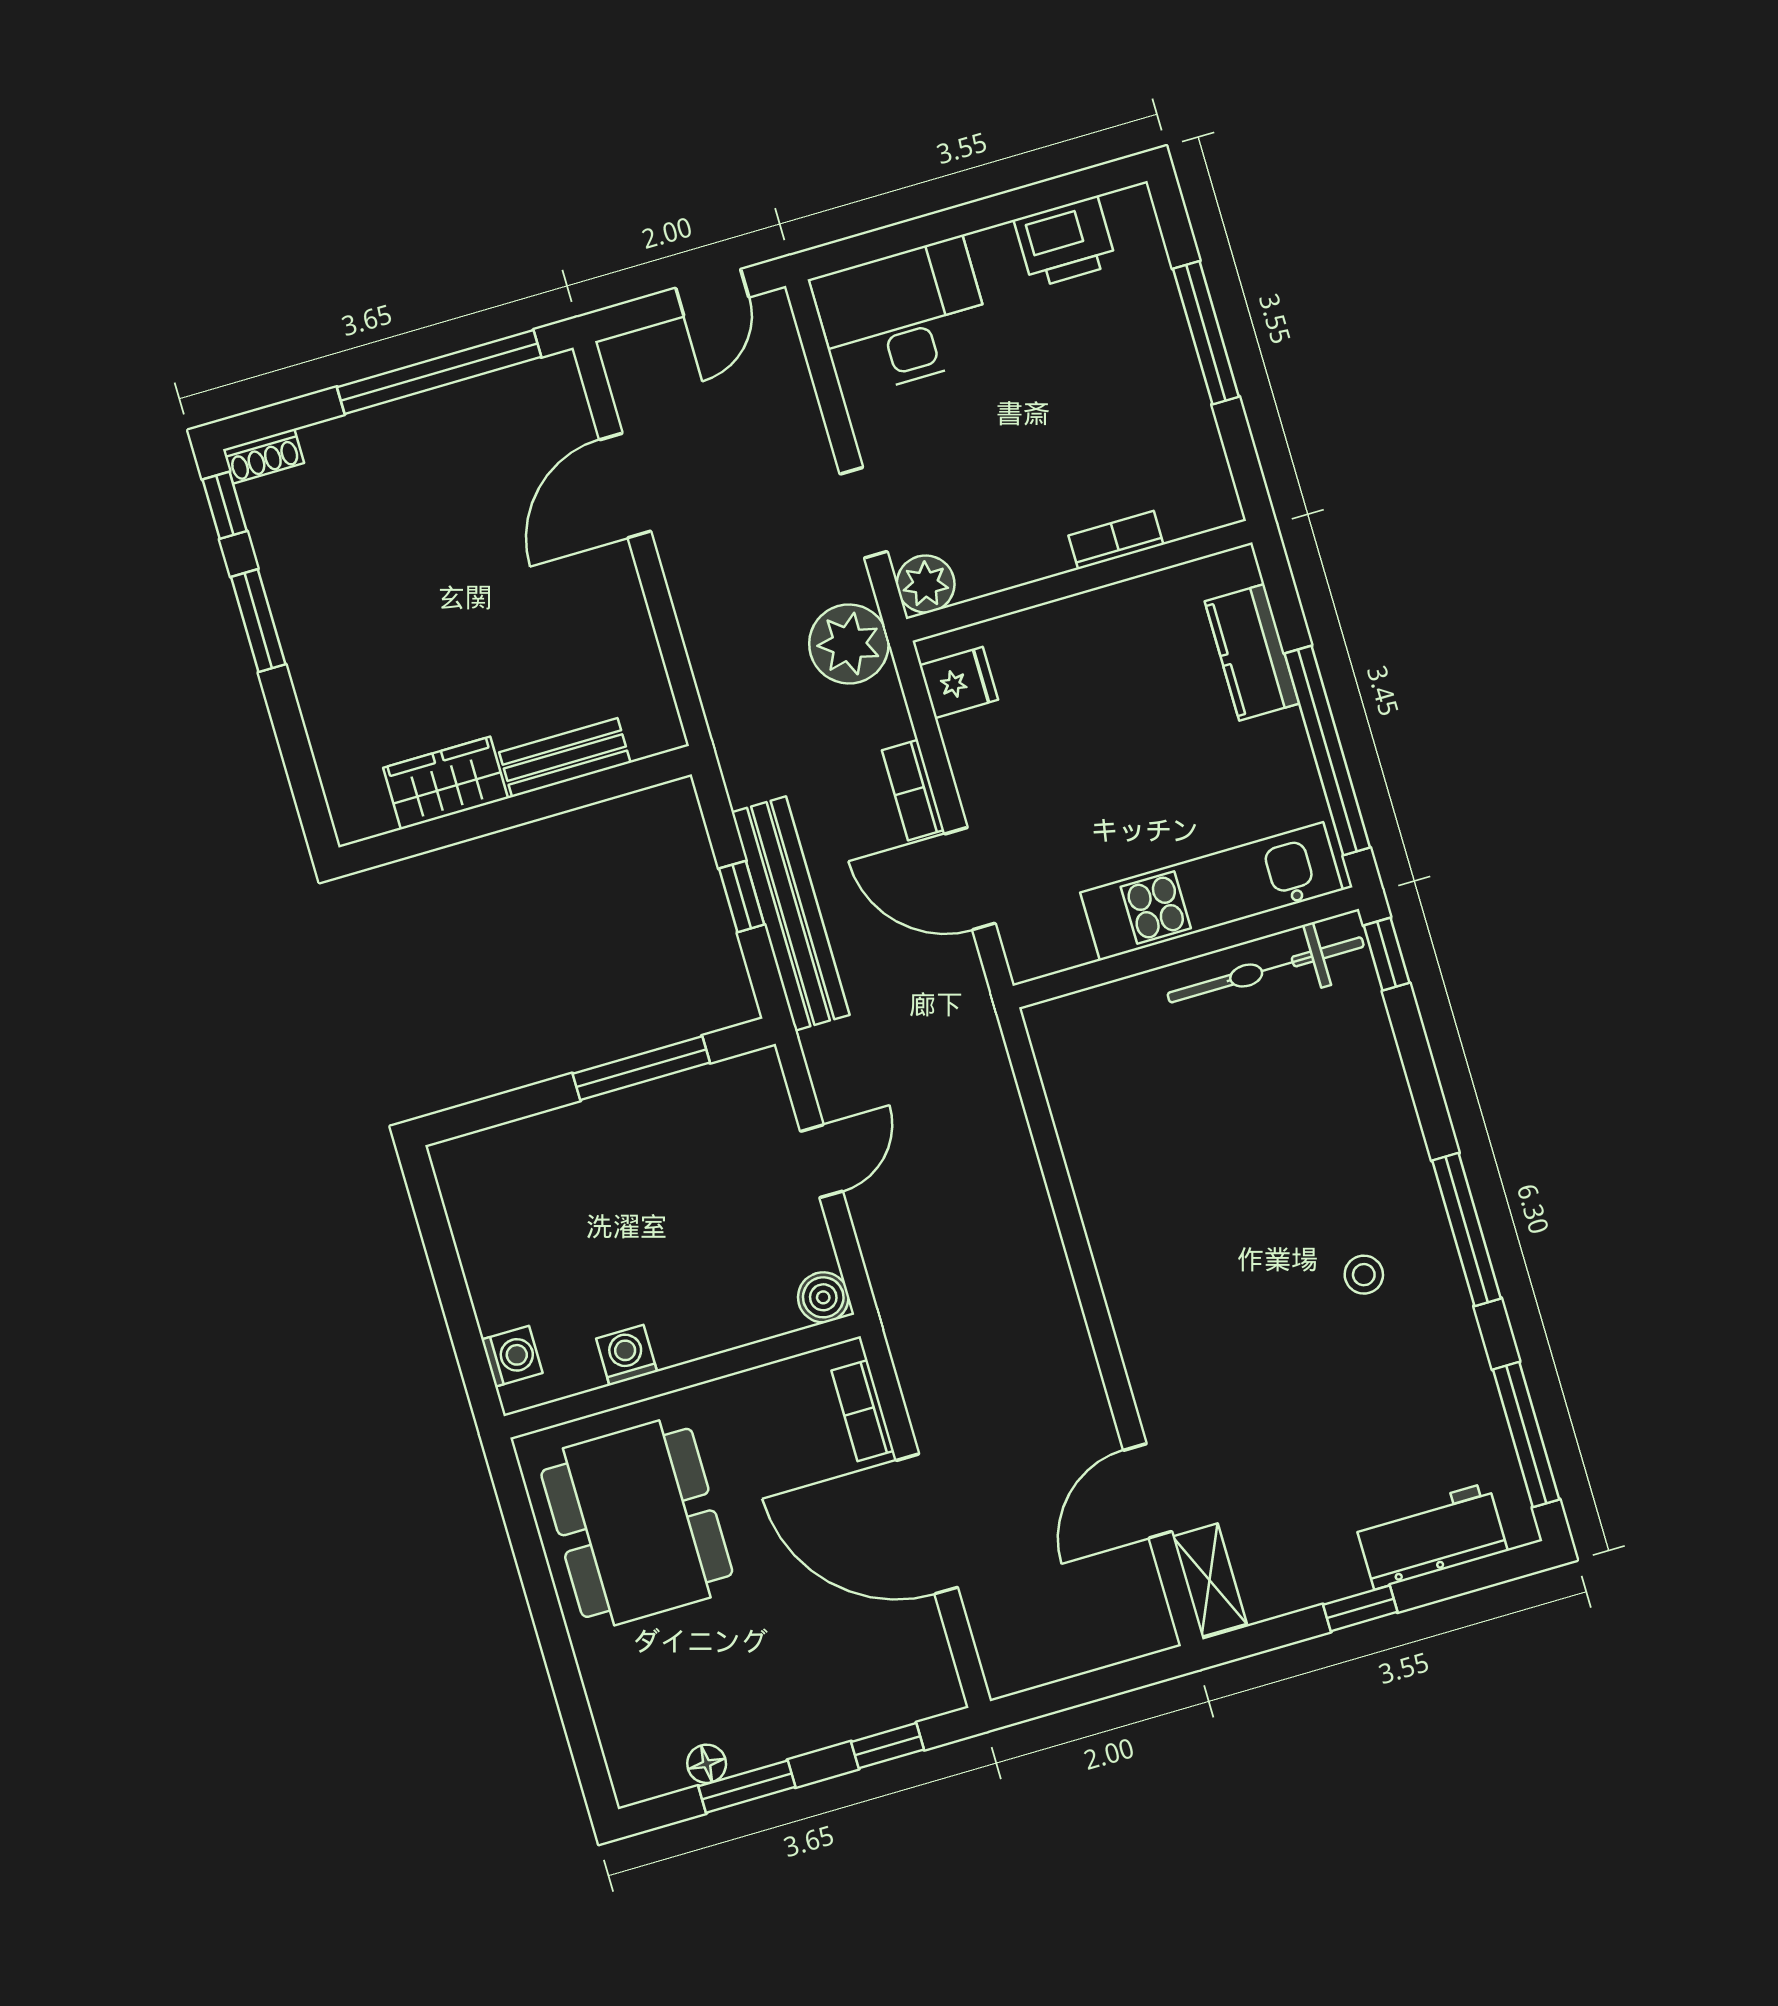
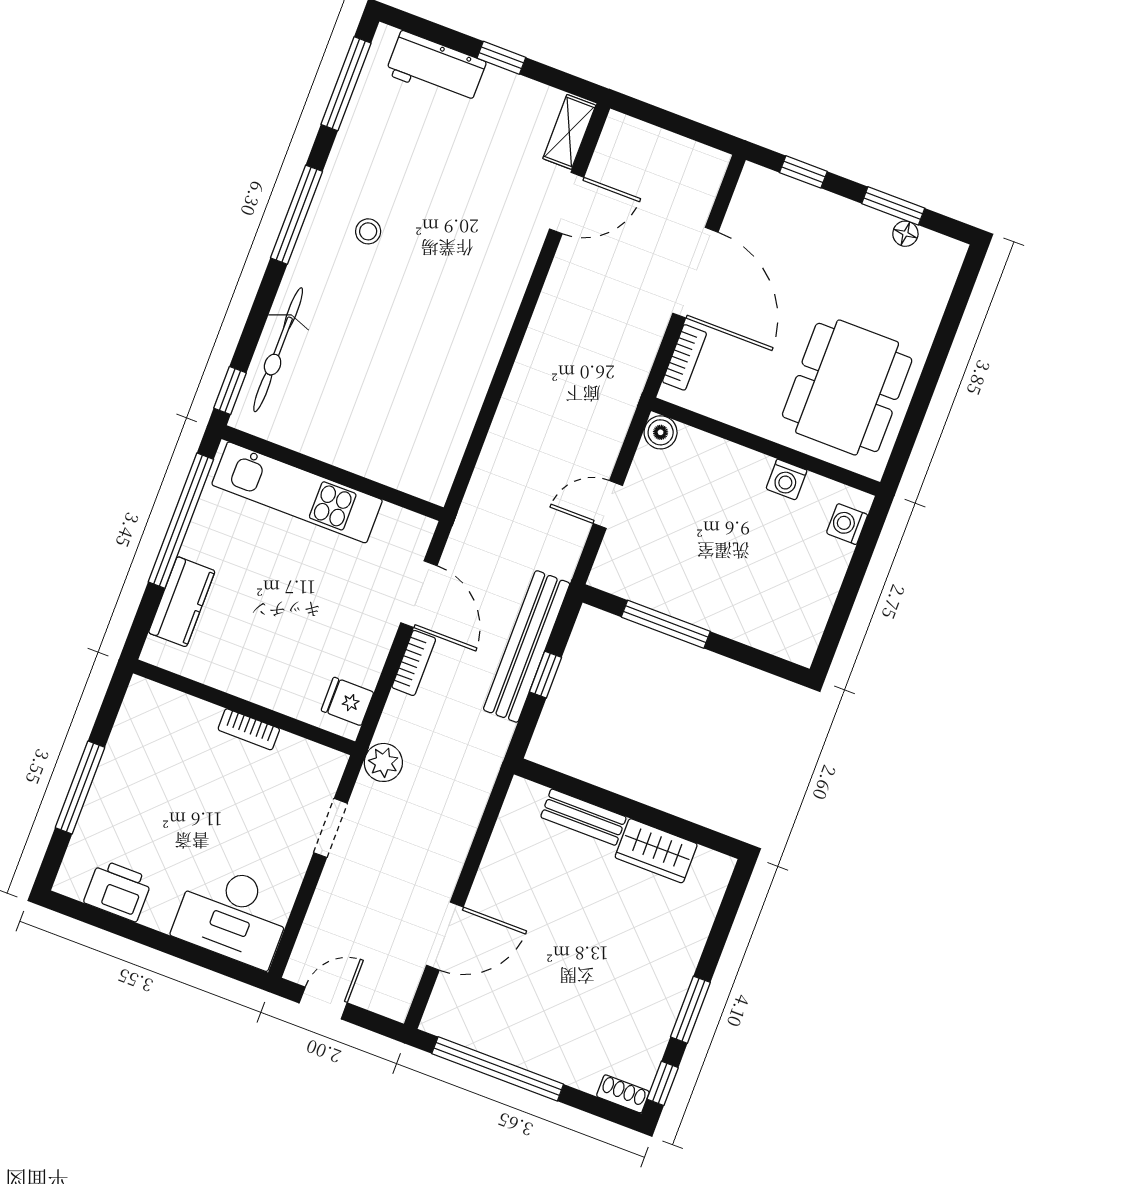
bookcase: (1116, 540) -> (249, 729), moved
plant: (926, 584) -> (326, 766), removed
plant: (849, 644) -> (383, 762), width x0.73, depth x0.73
bicycle: (1266, 970) -> (278, 350), moved, turned 90

